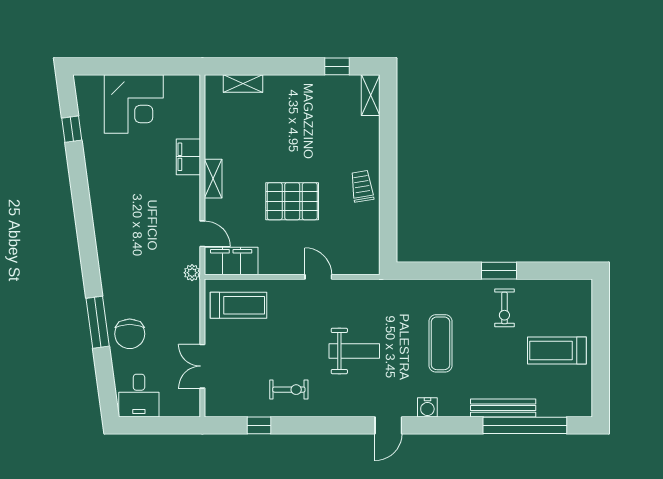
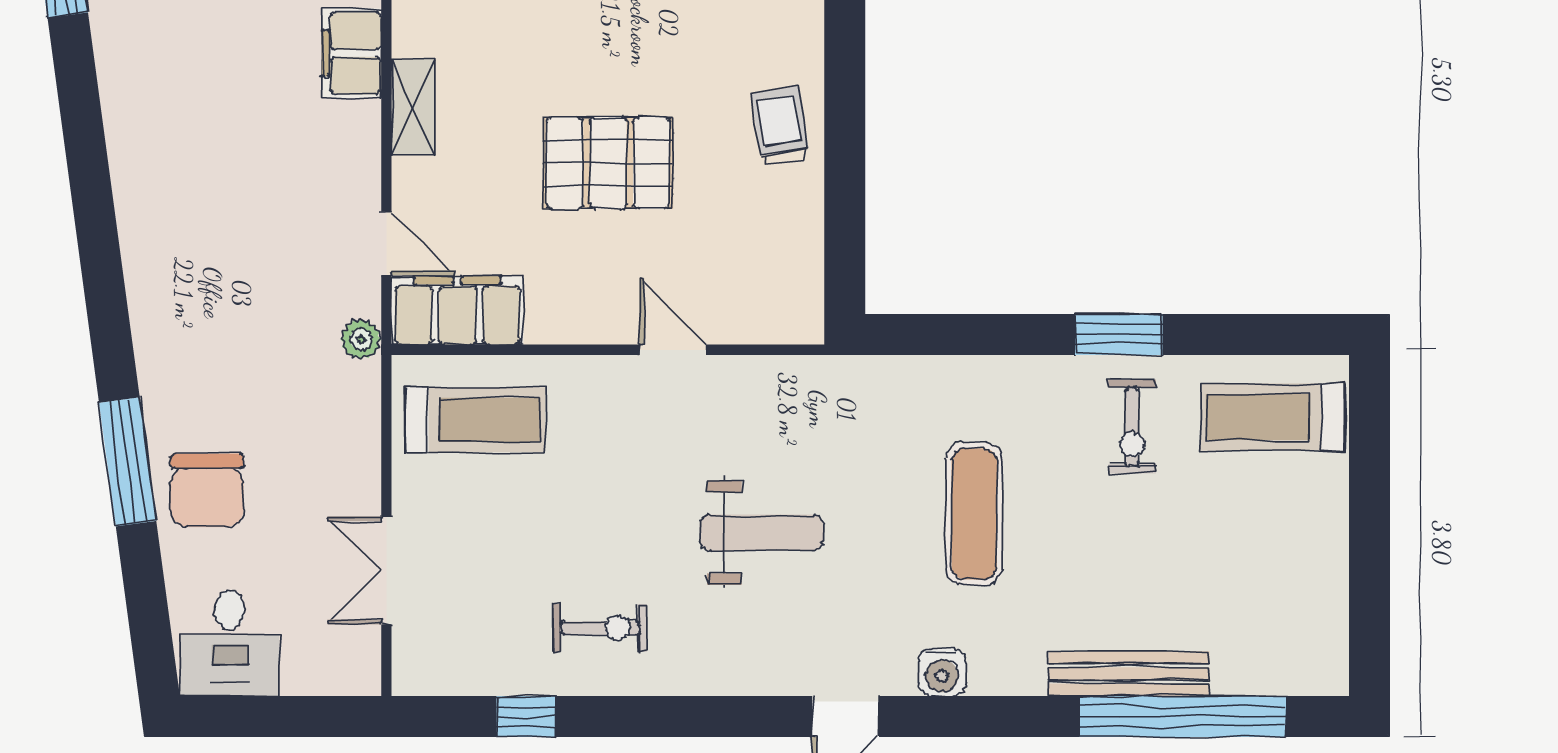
treadmill: (557, 350) -> (1272, 417), moved

